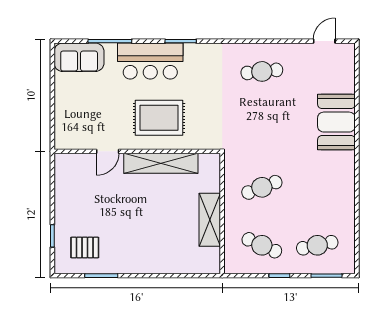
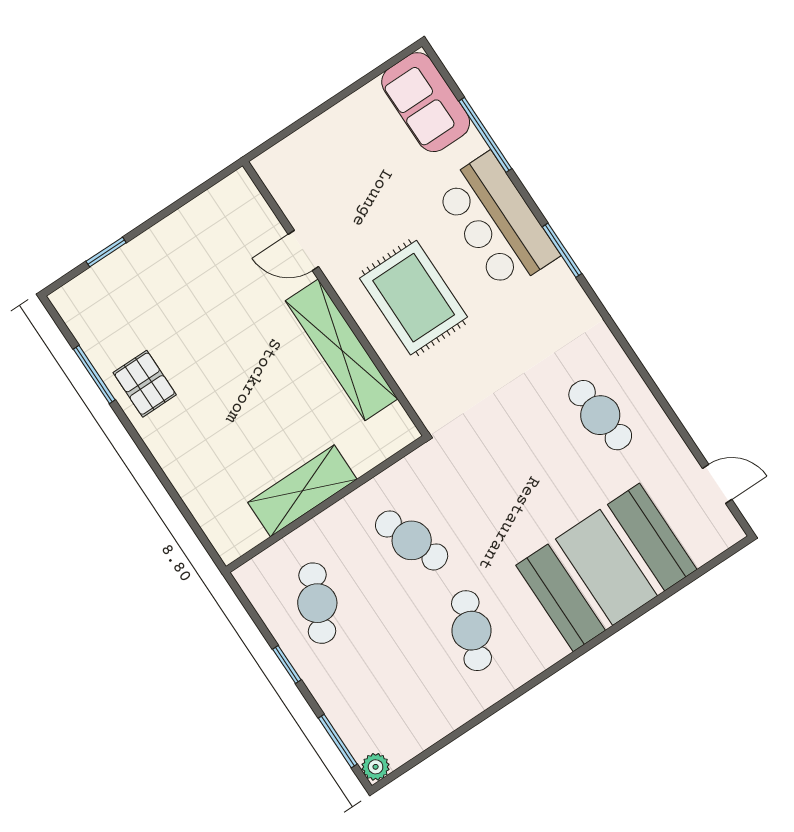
booth: (336, 122) -> (606, 567), width x1.36, depth x1.42
cafe table: (317, 245) -> (472, 631), moved, turned 33
pallet: (85, 247) -> (145, 384), moved
plant: (348, 267) -> (376, 767), added

